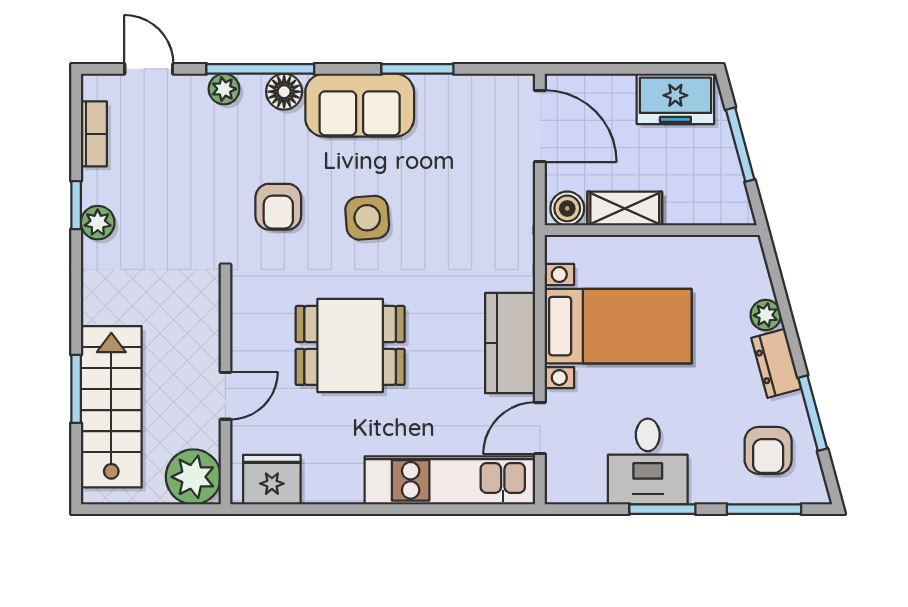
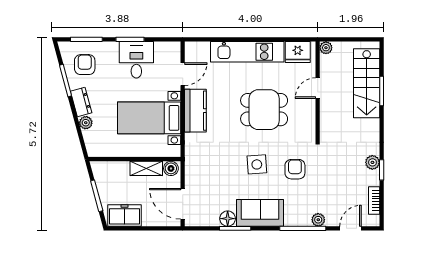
door: (149, 69) -> (350, 228), swing flipped
floor lamp: (284, 92) -> (228, 219), moved
plant: (193, 477) -> (326, 48), width x0.53, depth x0.53
kitchen unit: (450, 480) -> (247, 52), moved

